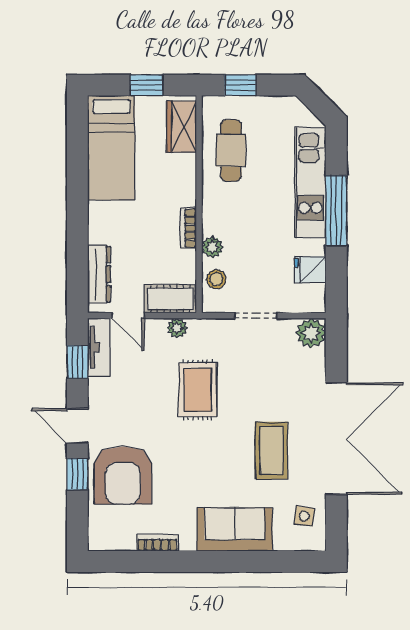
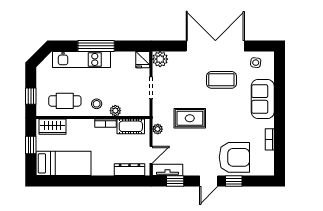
fridge: (310, 270) -> (143, 60), moved
stool: (216, 279) -> (97, 104), moved
cot: (170, 299) -> (131, 126), moved, turned 90

